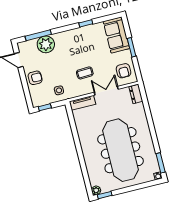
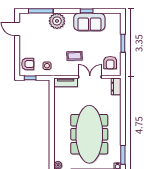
sofa: (116, 35) -> (89, 22), moved, turned -90
plant: (46, 44) -> (57, 21), moved
armchair: (35, 78) -> (28, 64), moved

